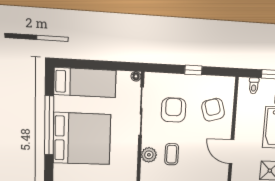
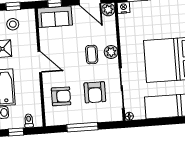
window: (193, 70) -> (82, 127), width x2.17
armchair: (213, 110) -> (61, 96), turned -74

